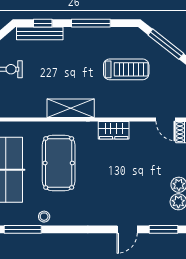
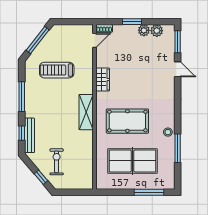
treadmill: (126, 69) -> (57, 70), turned -90

